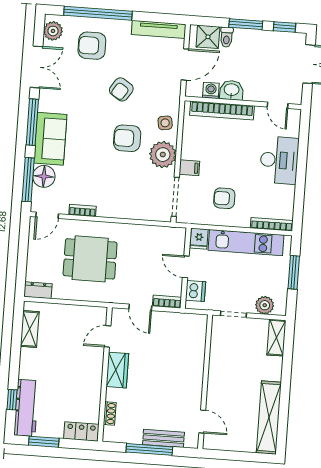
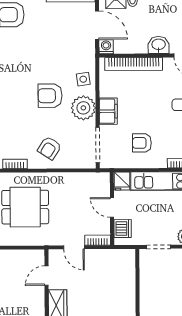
door: (185, 64) -> (97, 25), hinge flipped
armchair: (121, 89) -> (49, 148), moved
washing machine: (211, 90) -> (106, 47), moved
washbasin: (232, 90) -> (159, 45), moved
filing cabinet: (189, 168) -> (108, 111), width x2.00

